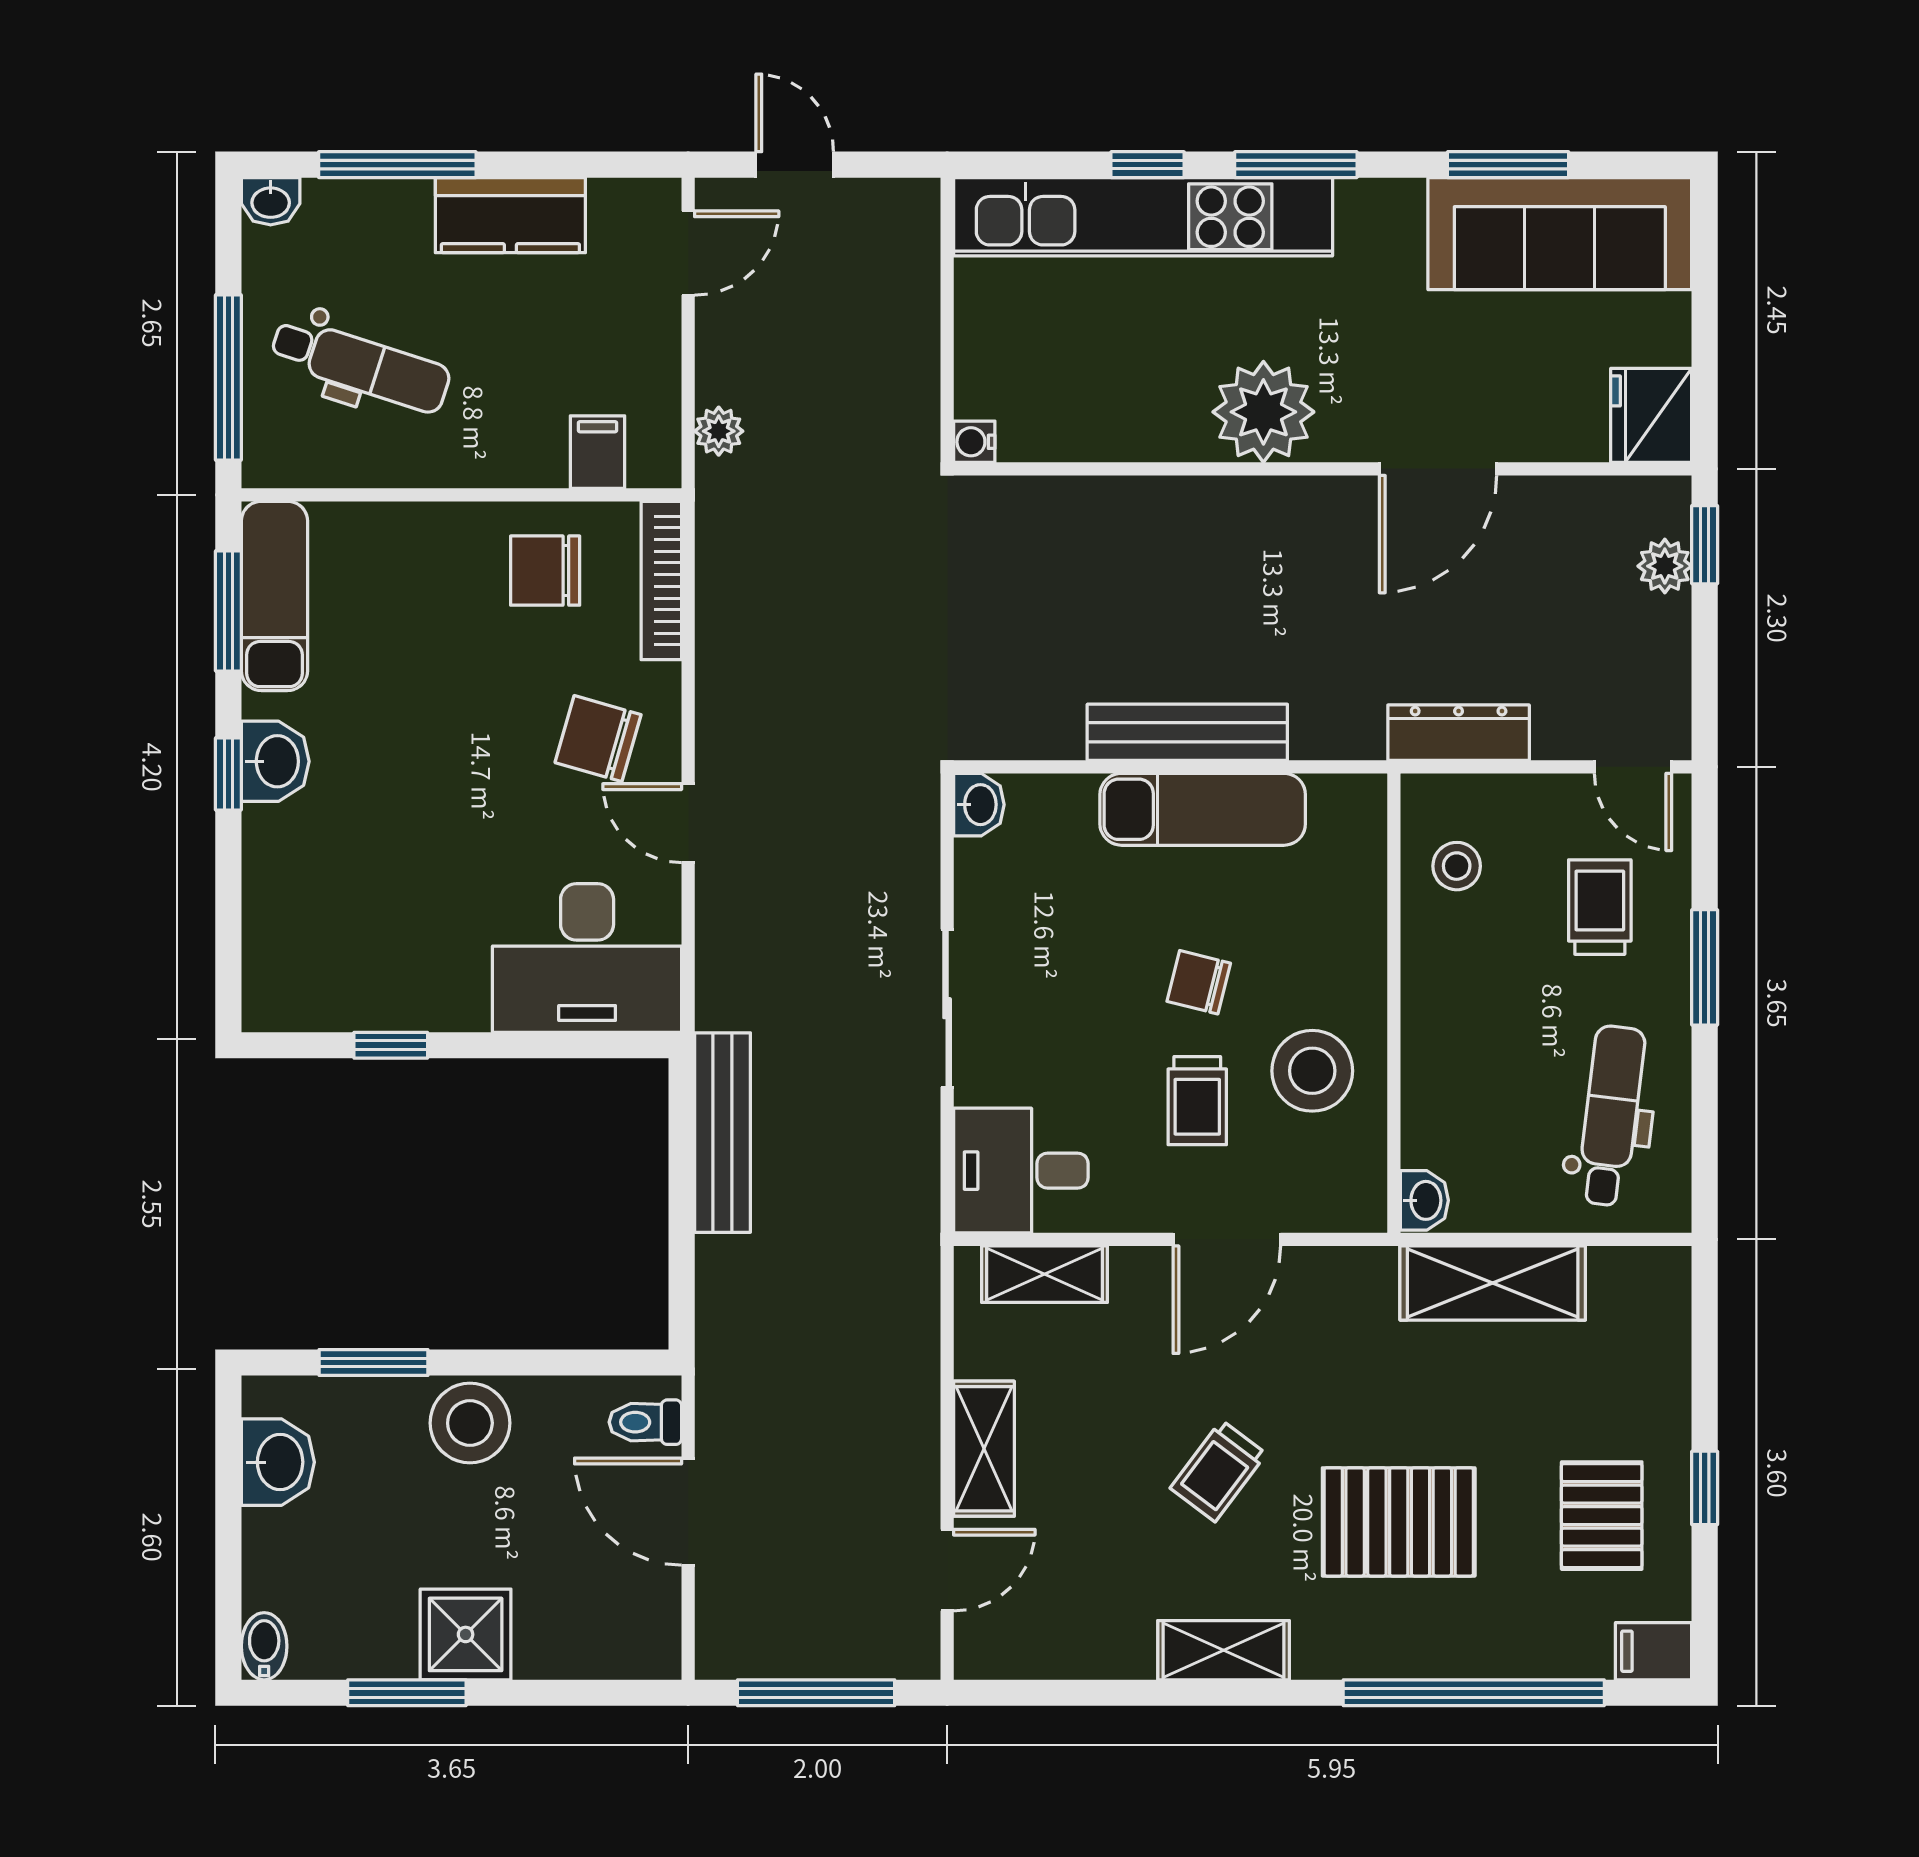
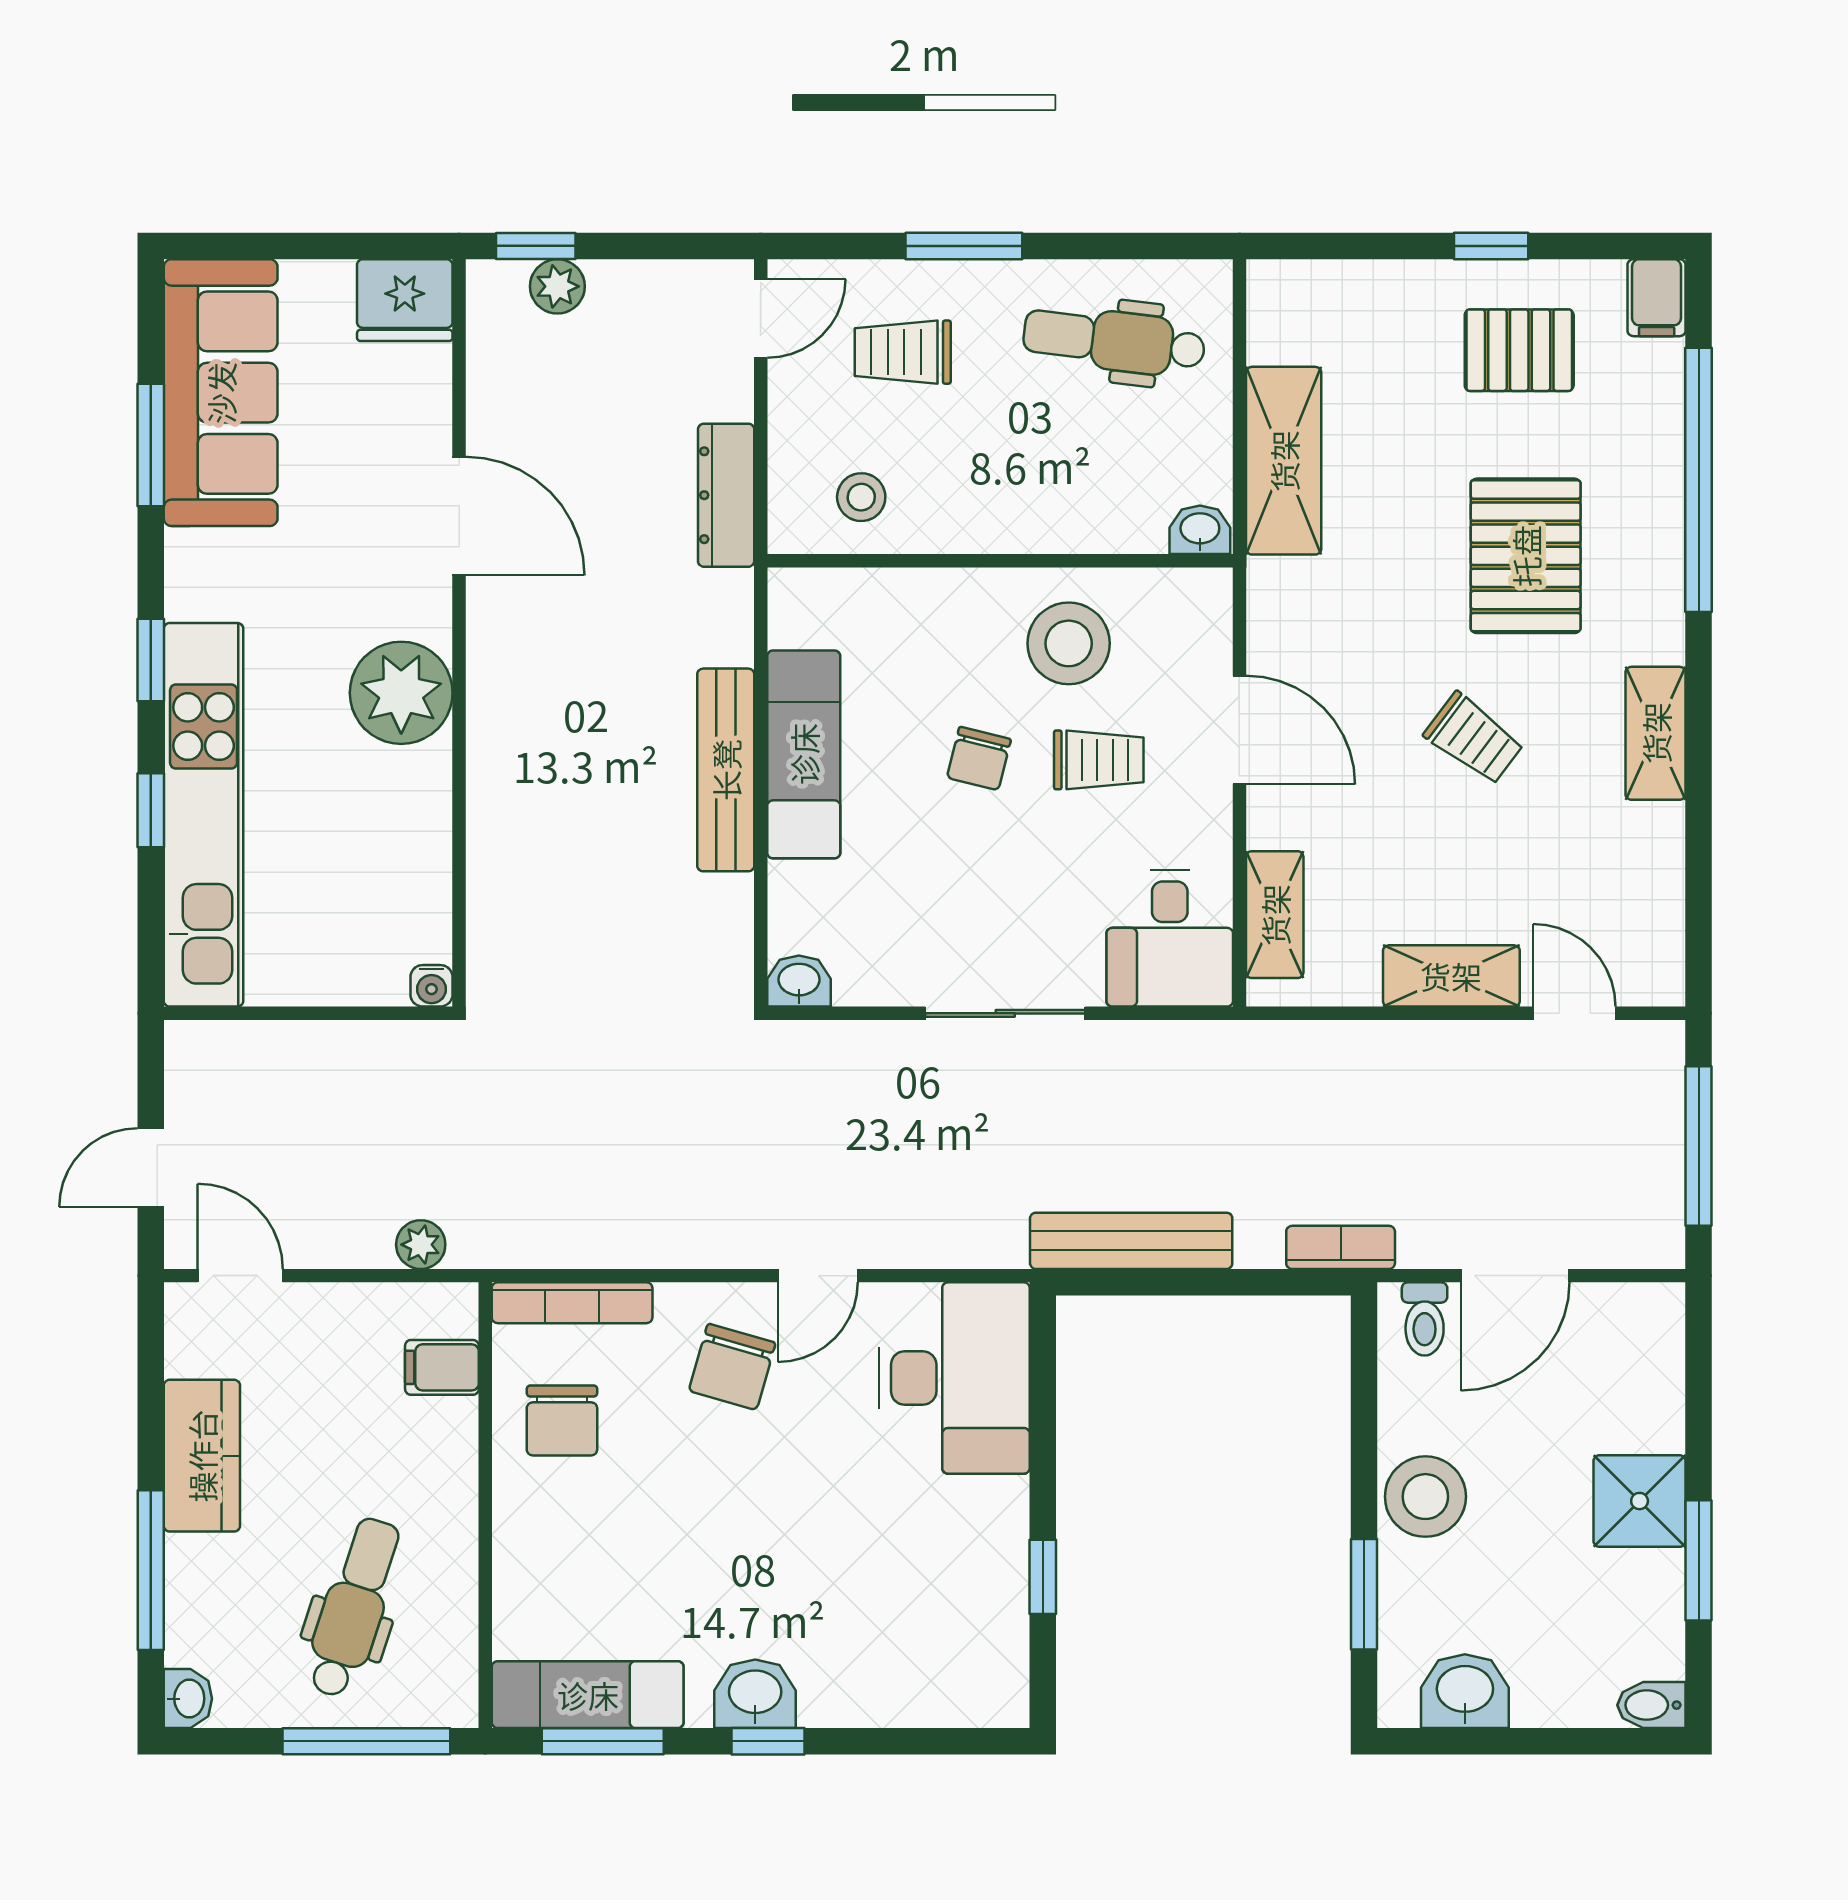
window: (1296, 165) -> (151, 660), width x0.67
bookcase: (716, 1339) -> (1341, 1247), added

